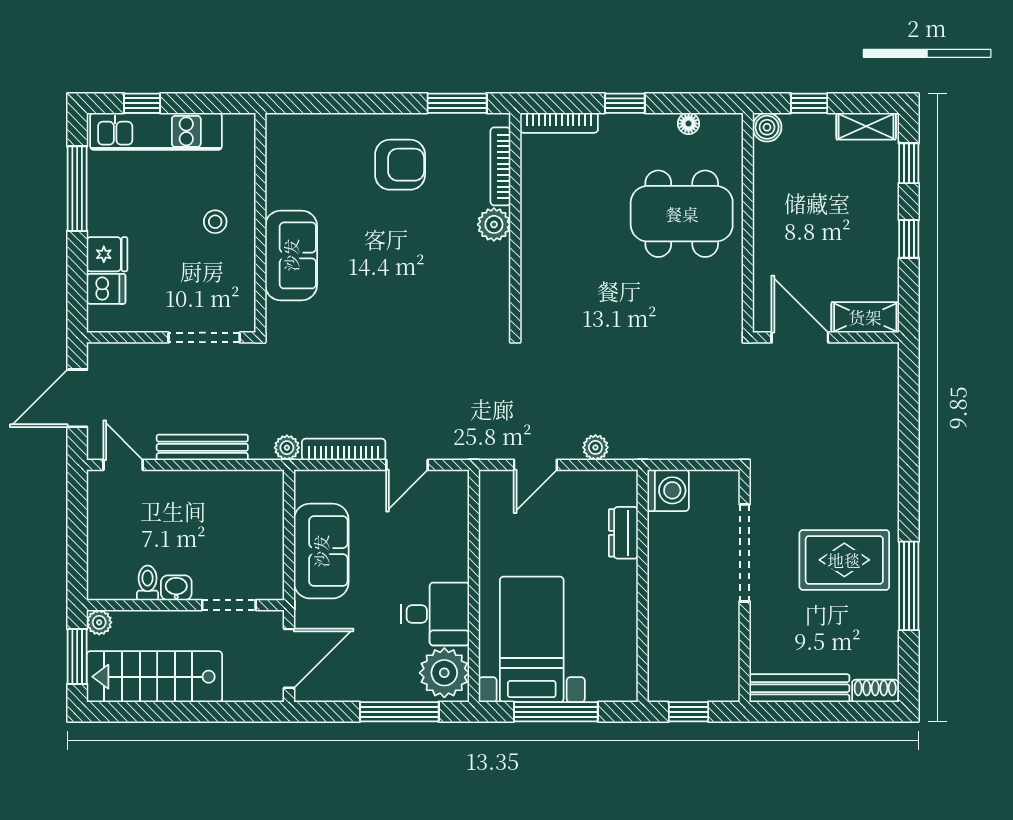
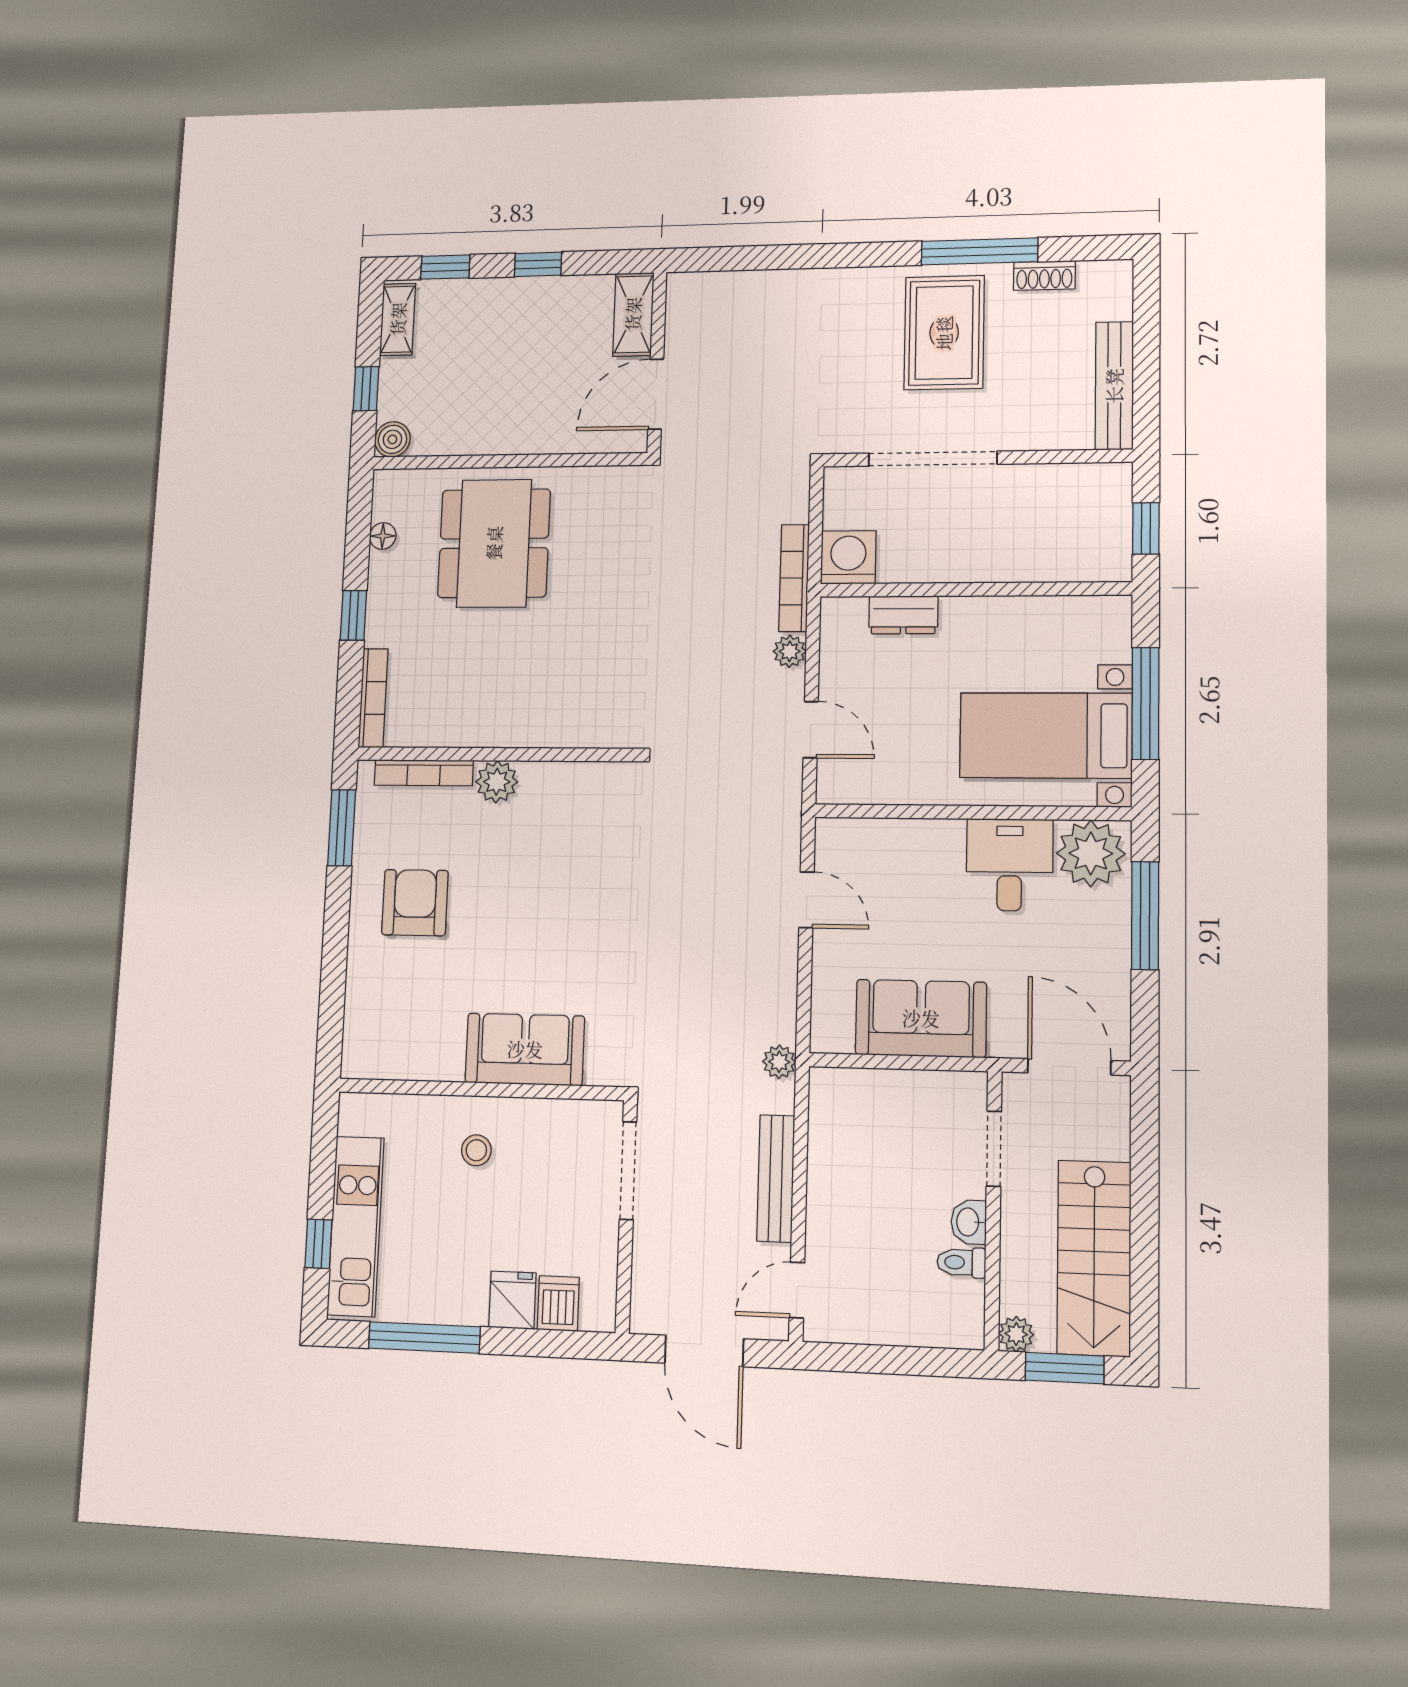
bookcase: (344, 449) -> (794, 578), moved
shoe rack: (875, 691) -> (1044, 275), moved, turned -90

